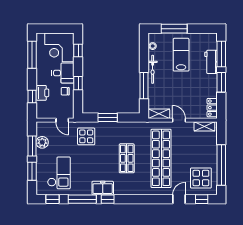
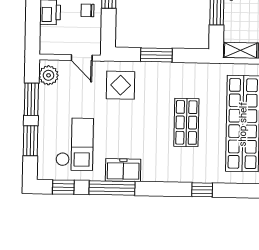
window: (32, 96) -> (33, 18), removed
plant: (42, 142) -> (49, 75), moved
freezer: (103, 188) -> (123, 170), moved
window: (108, 199) -> (202, 190), moved

